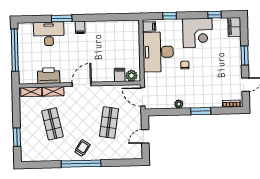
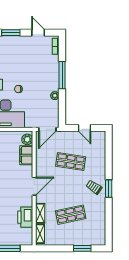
filing cabinet: (120, 75) -> (26, 155), width x2.00
door: (82, 84) -> (34, 186), swing flipped
window: (201, 111) -> (62, 75), width x1.44
window: (81, 164) -> (109, 189), width x0.47

